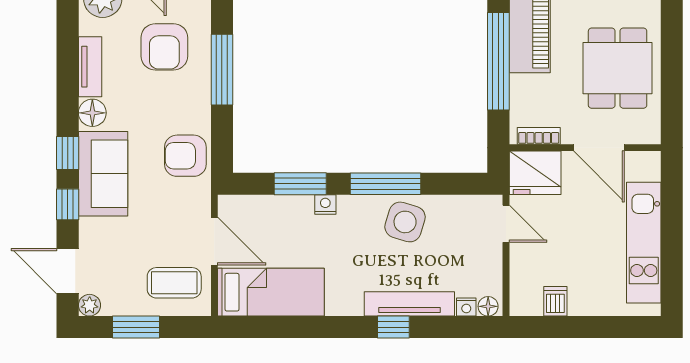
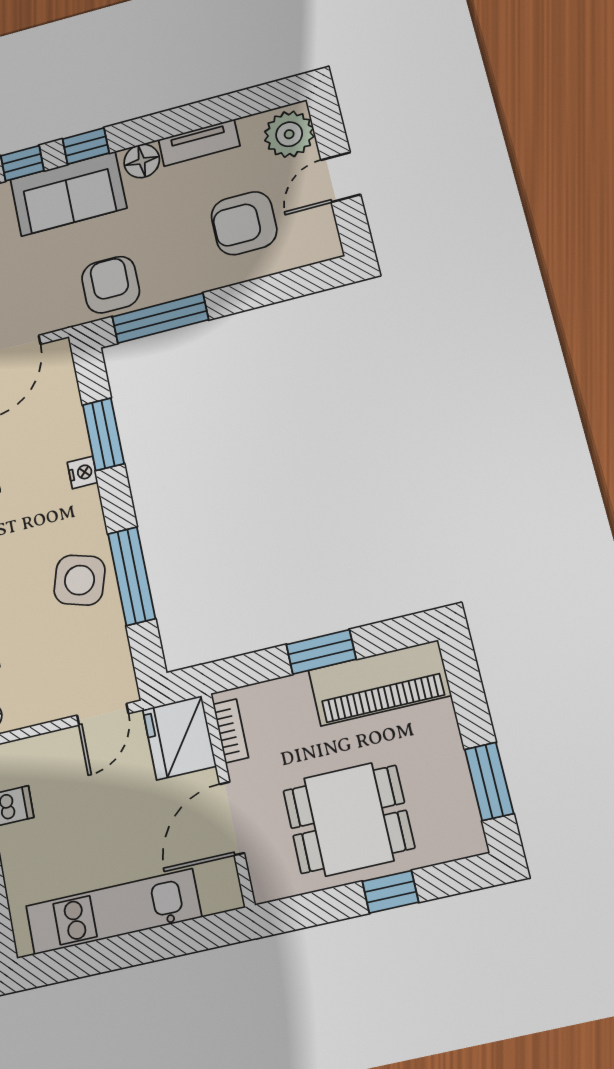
window: (672, 51) -> (390, 892), added
window: (498, 61) -> (321, 652), width x0.47
window: (222, 70) -> (160, 318), moved
window: (386, 184) -> (132, 576), moved

